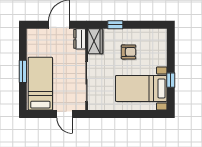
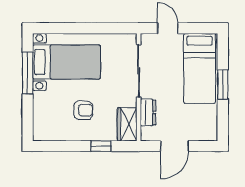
dresser: (80, 39) -> (148, 112), moved
armchair: (129, 52) -> (83, 110), turned 180
window: (171, 80) -> (28, 73), width x2.17

